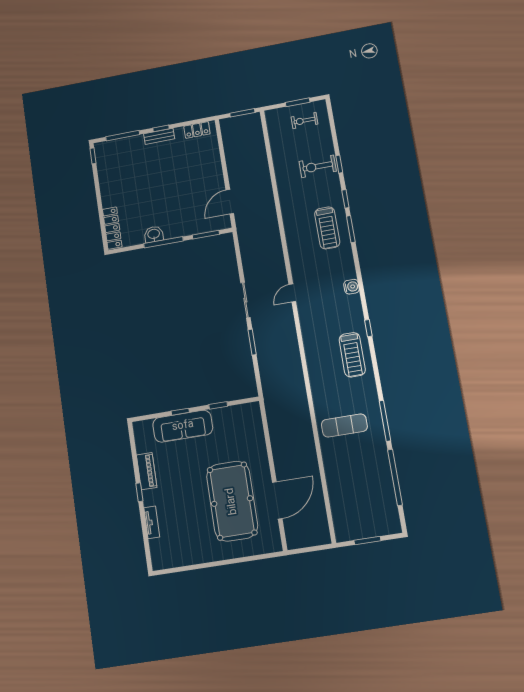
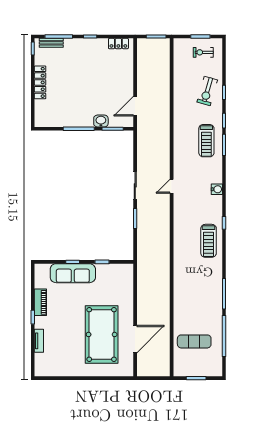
bench: (159, 136) -> (51, 43), moved
exercise bike: (318, 166) -> (207, 91), turned -74
locker: (112, 228) -> (40, 82), moved
washbasin: (154, 234) -> (101, 121), moved
exercise mat: (344, 426) -> (194, 341), moved

